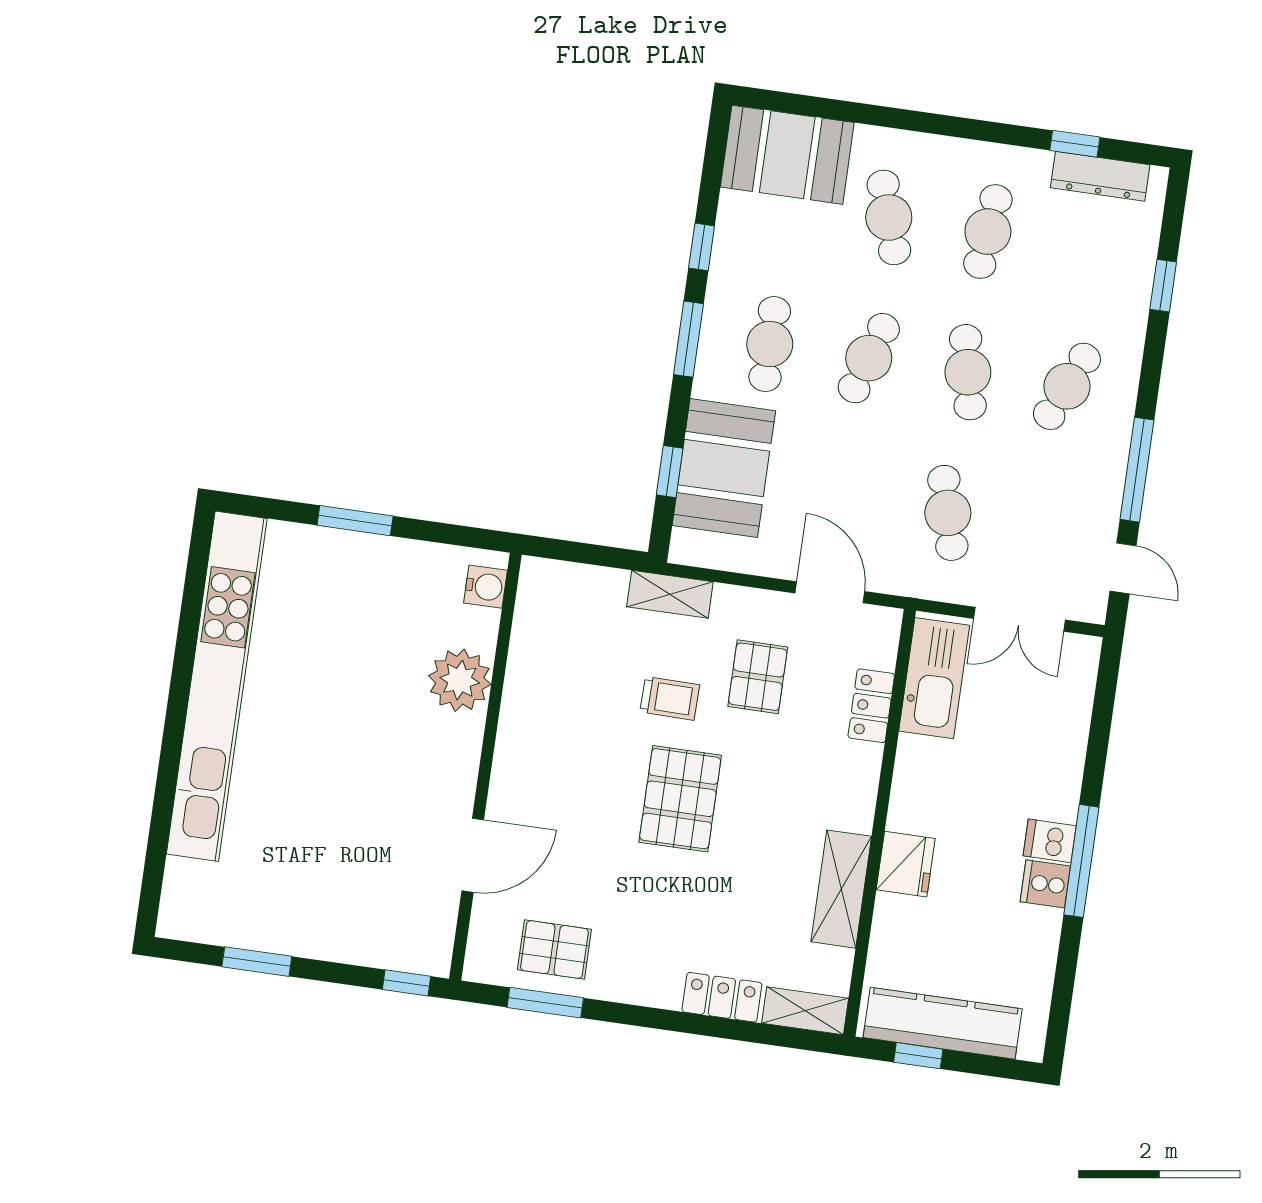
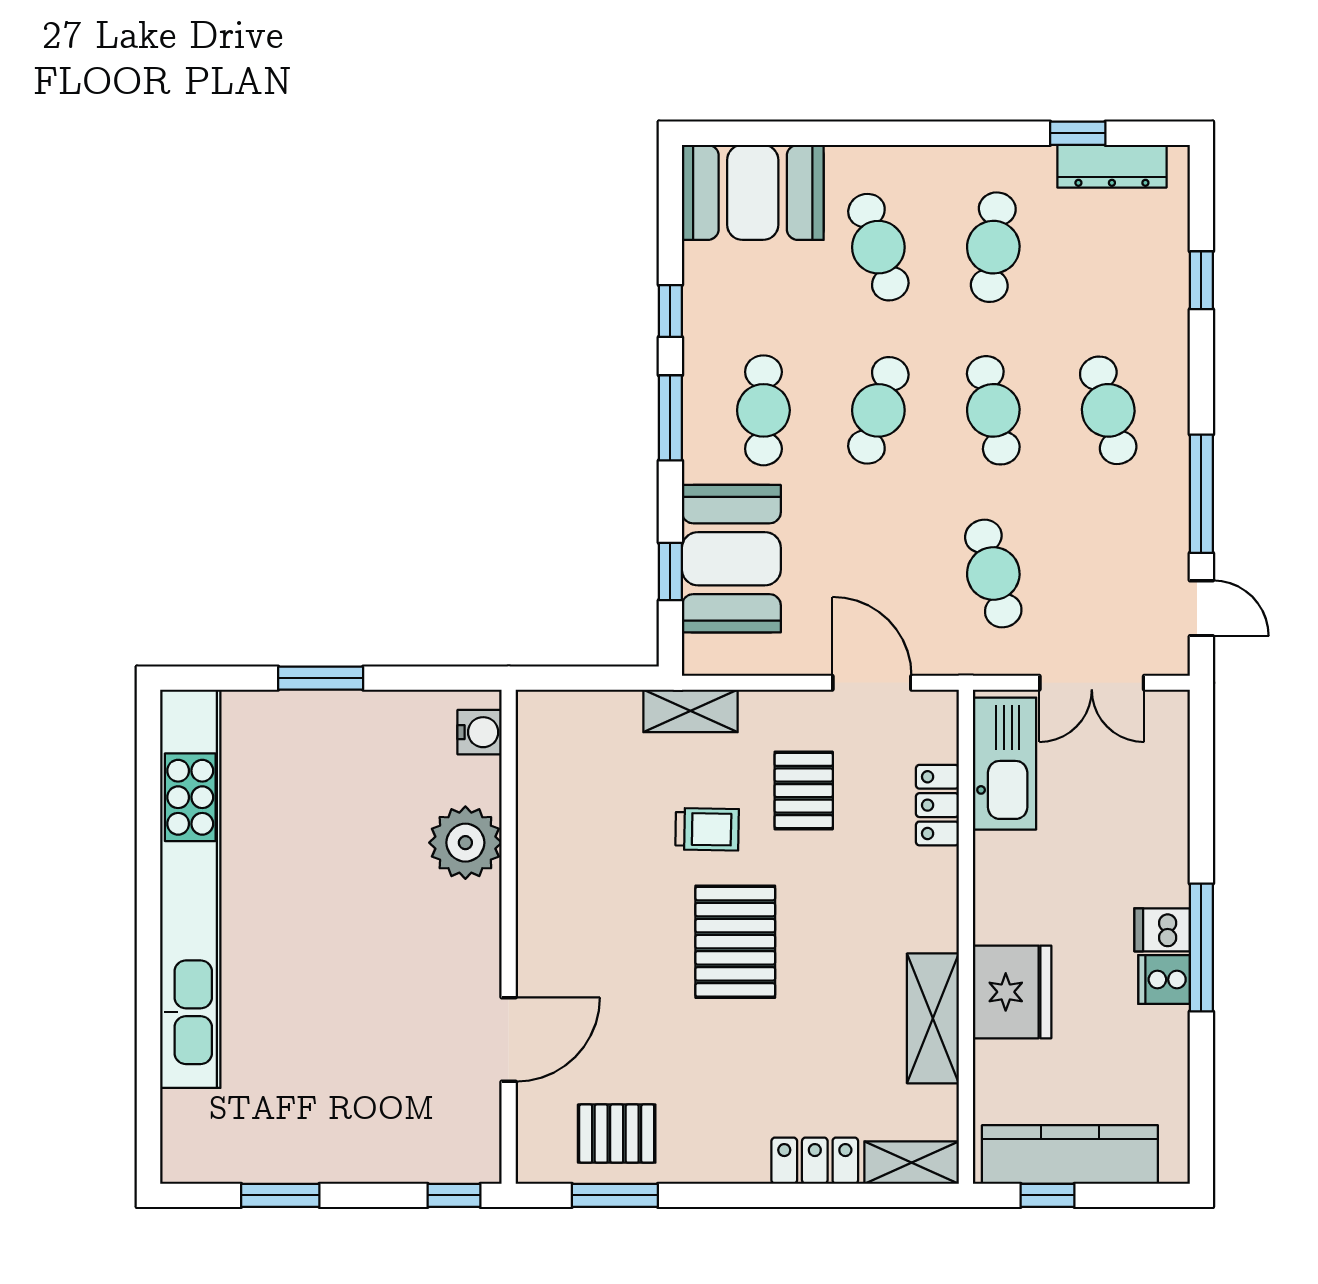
cafe table: (1067, 386) -> (1108, 410), turned -39
fridge: (906, 864) -> (1012, 992), width x1.36, depth x1.34

